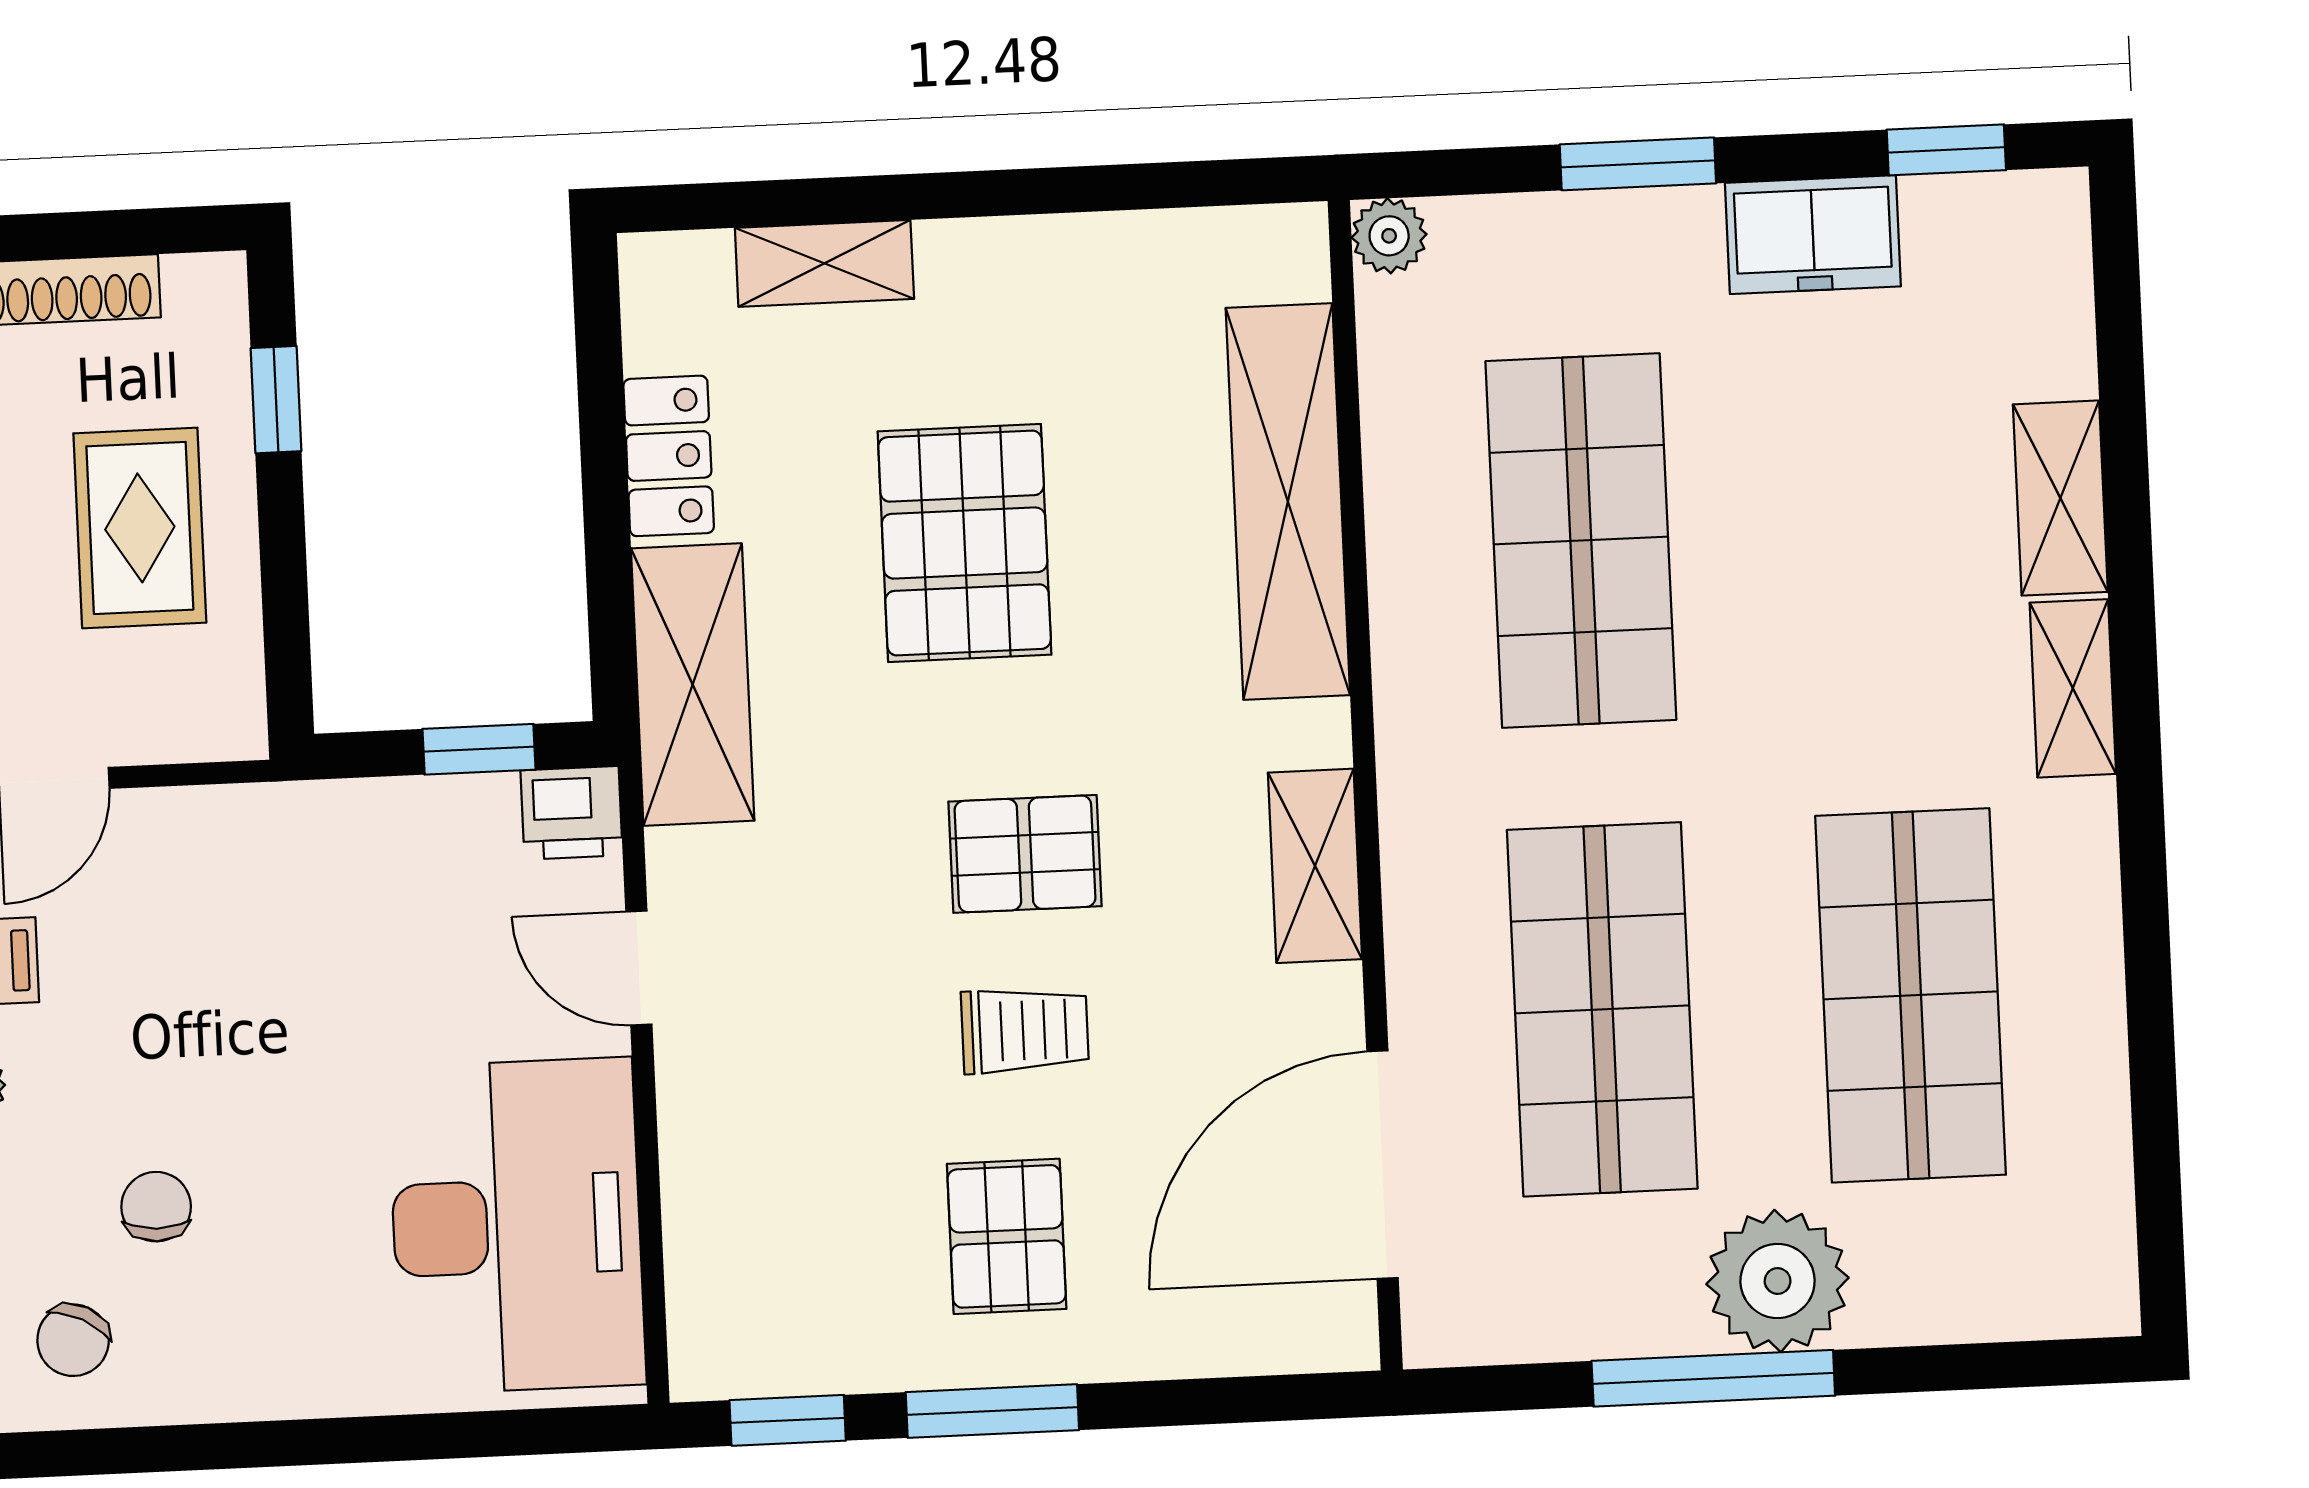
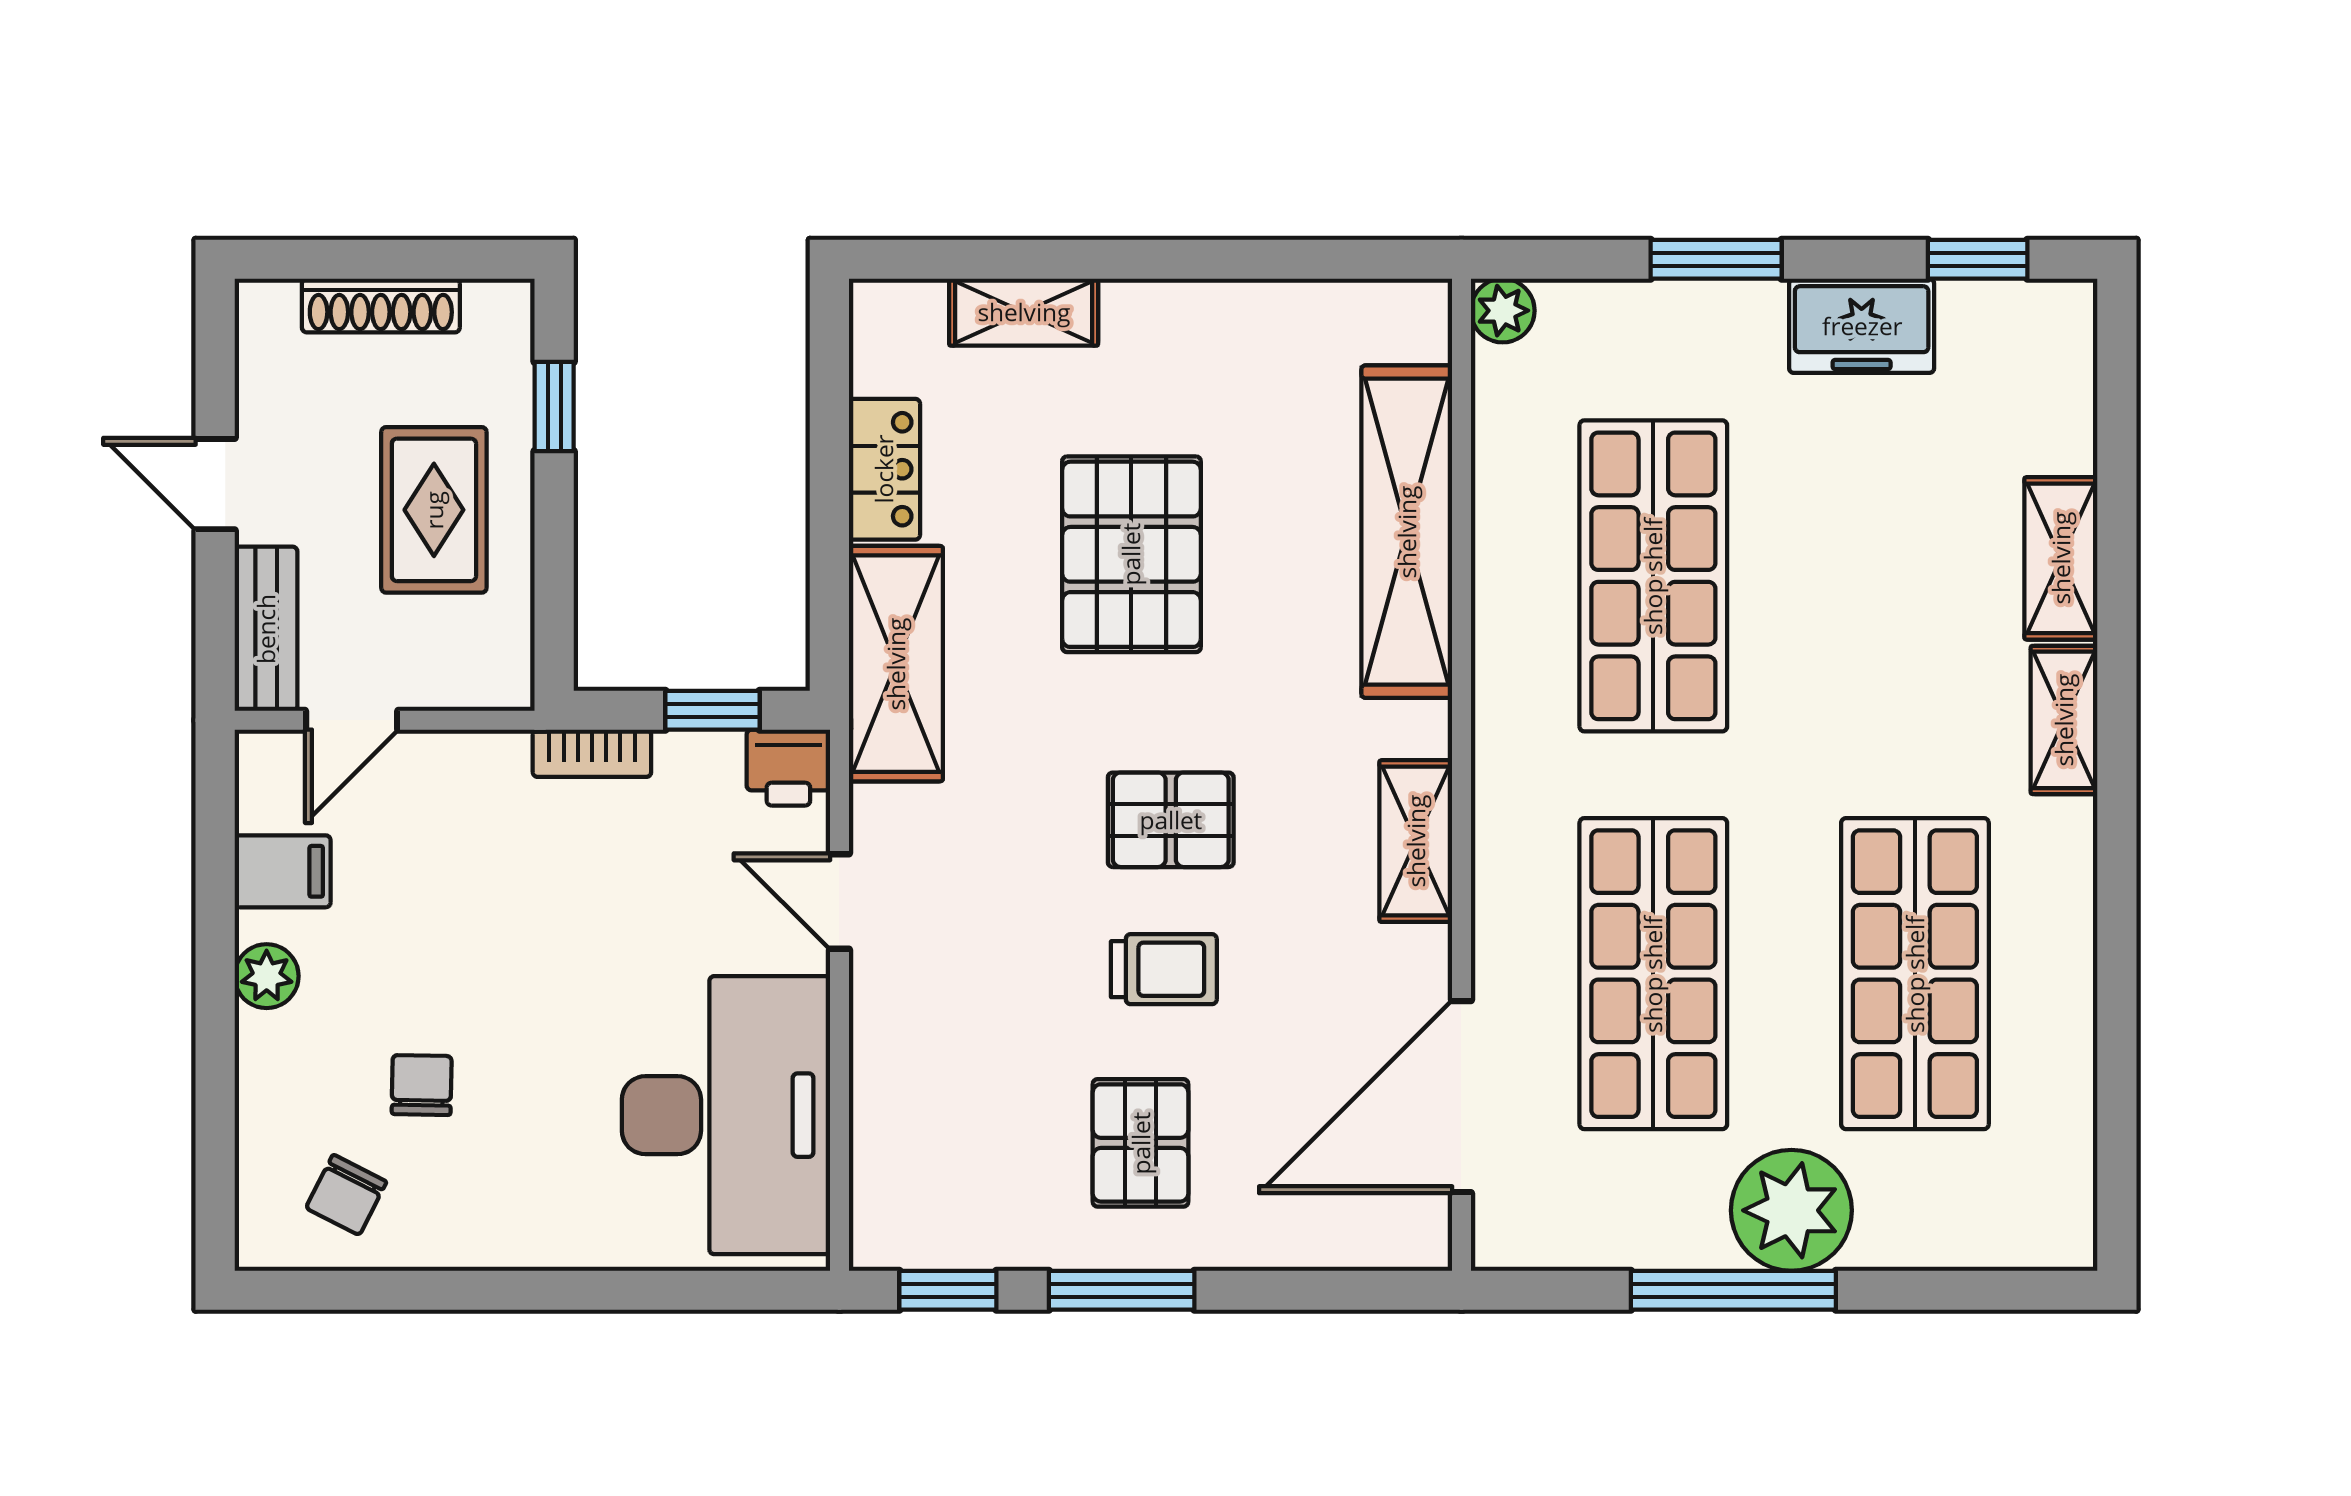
bookcase: (339, 806) -> (592, 753), added

